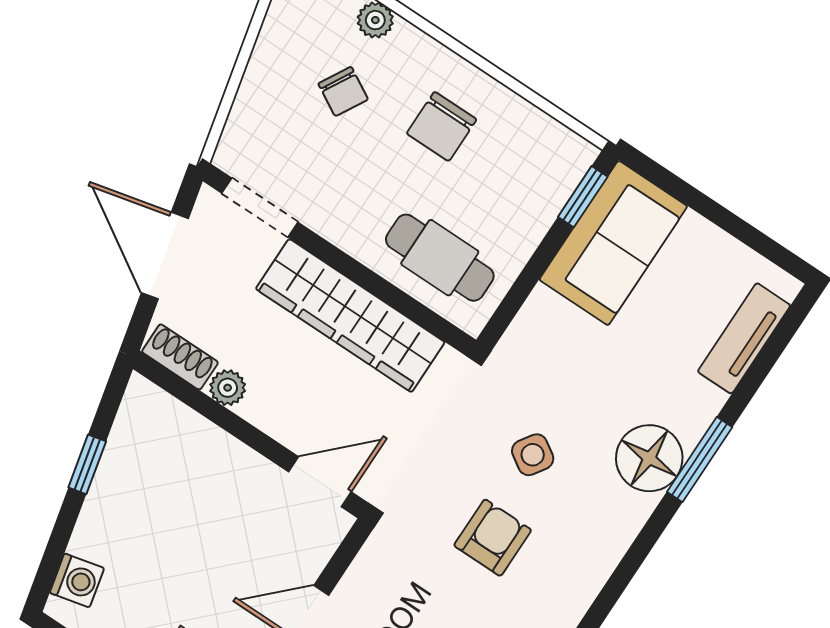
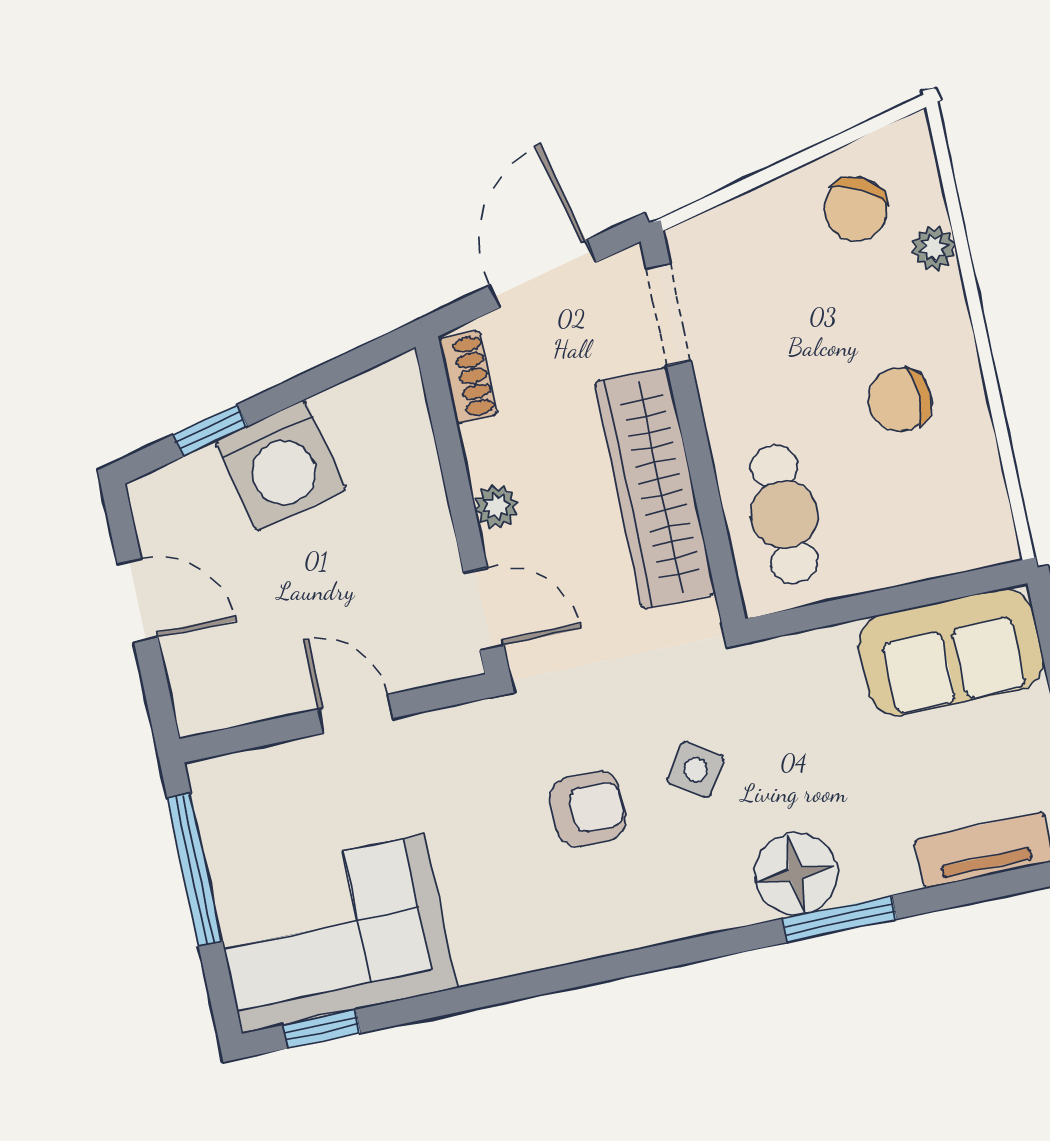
chair: (343, 92) -> (856, 209), moved, width x1.37, depth x1.37
window: (583, 197) -> (964, 585), removed
plant: (228, 388) -> (496, 507), moved
window: (87, 464) -> (210, 431), moved
washing machine: (77, 580) -> (281, 466), moved, width x1.89, depth x1.89

